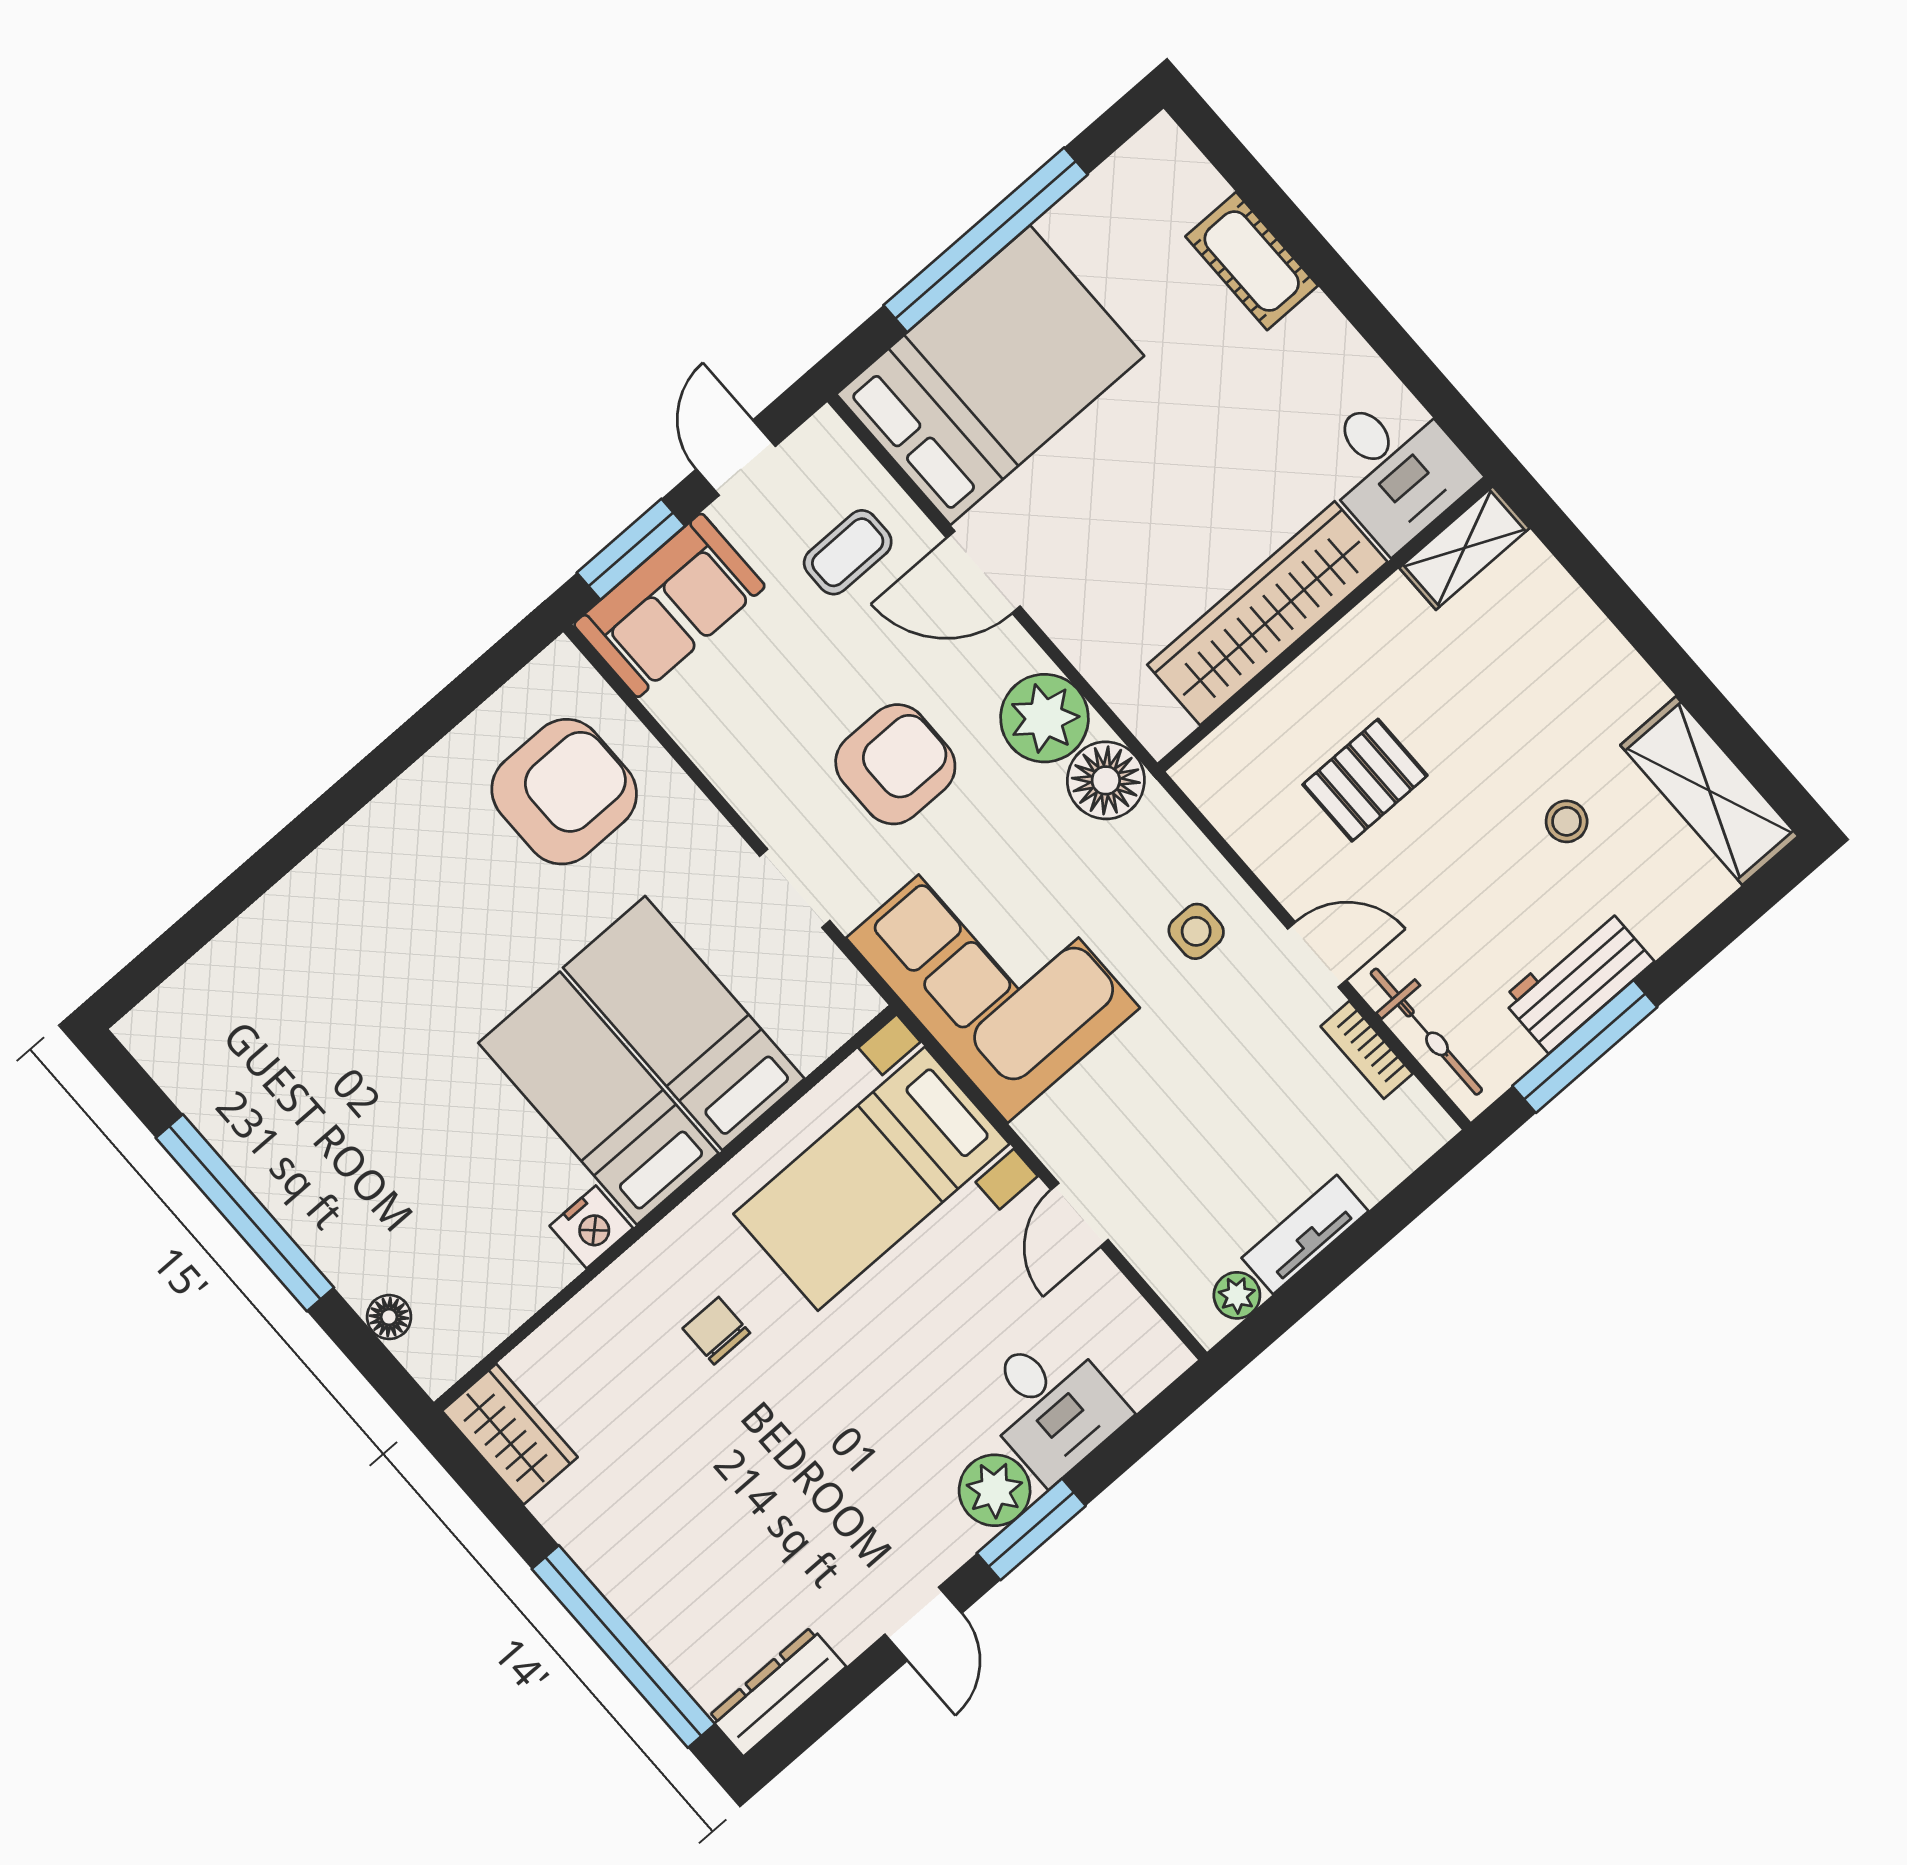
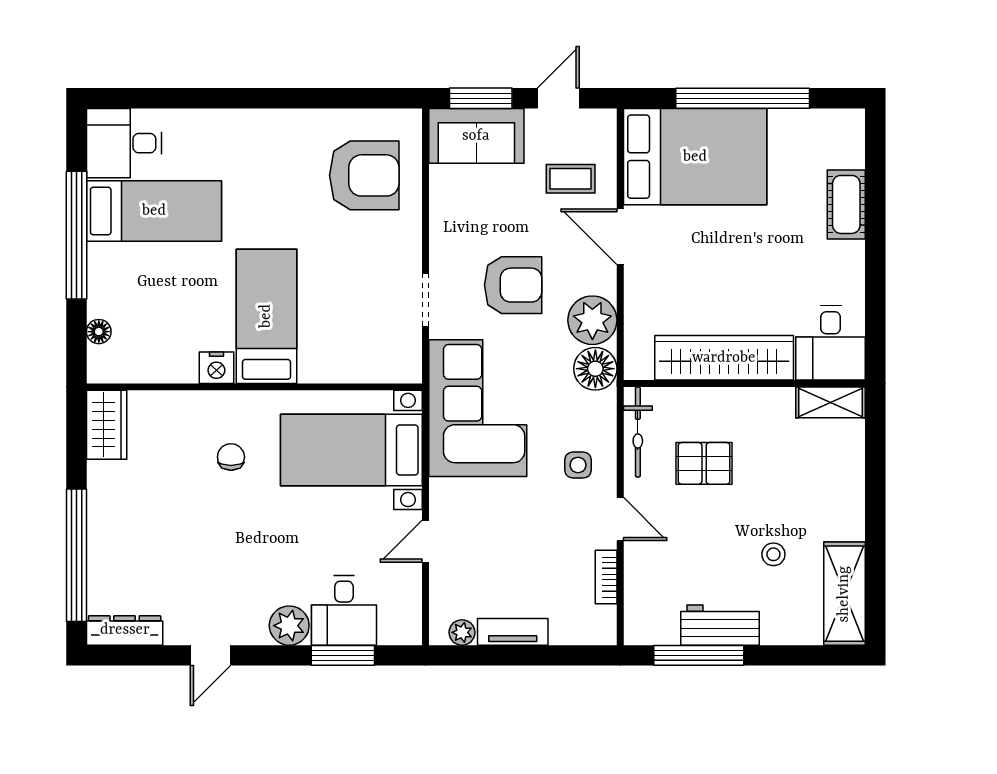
bed: (684, 1023) -> (154, 211), moved, turned 90
desk: (201, 1032) -> (124, 143), added
bicycle: (1426, 1032) -> (638, 432), moved
window: (1031, 1529) -> (343, 655), moved

